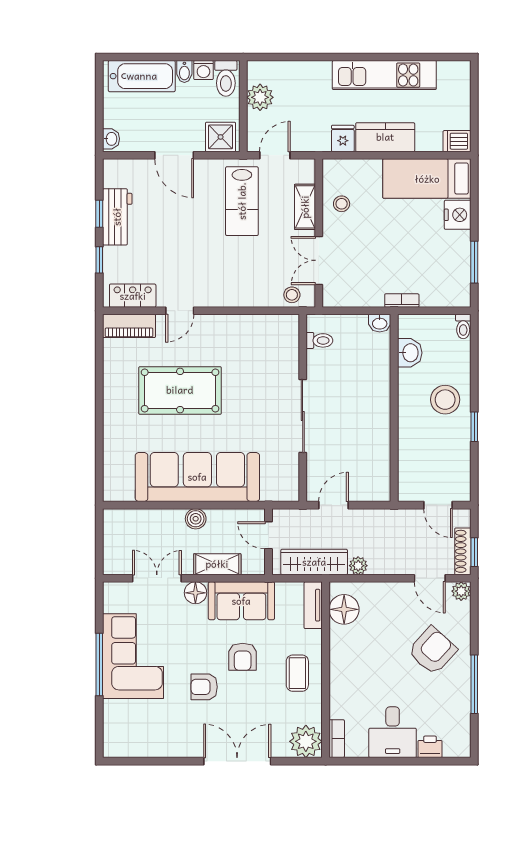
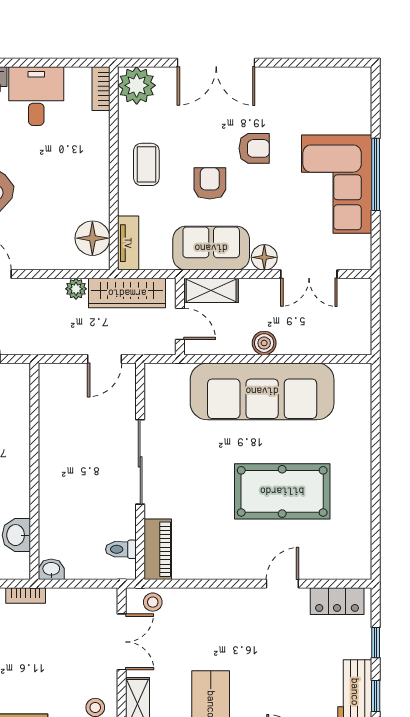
piano: (129, 326) -> (158, 549), moved, turned 90
shelving: (217, 564) -> (211, 290), moved

